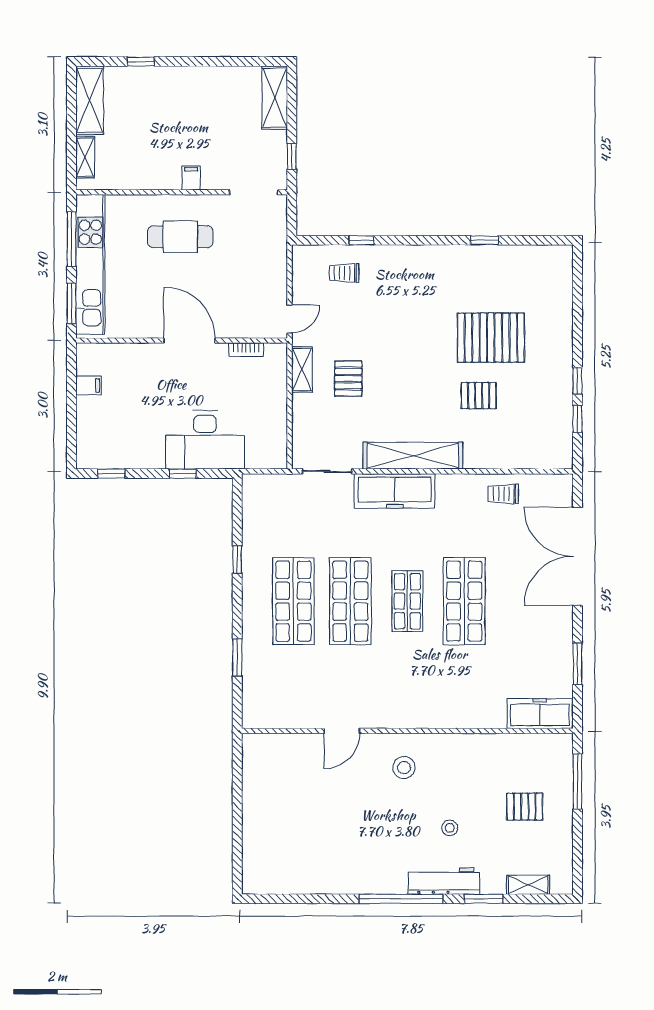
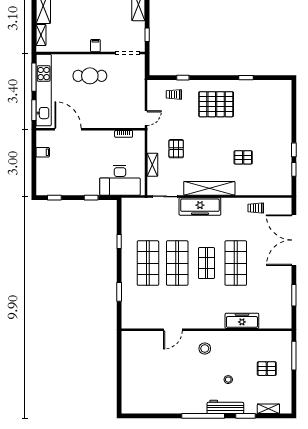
pallet: (491, 338) -> (216, 104), moved
door: (190, 341) -> (68, 129), moved
shelving: (302, 370) -> (152, 165), moved
desk: (205, 440) -> (120, 180), moved
freezer: (540, 714) -> (242, 321), moved

